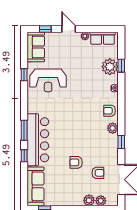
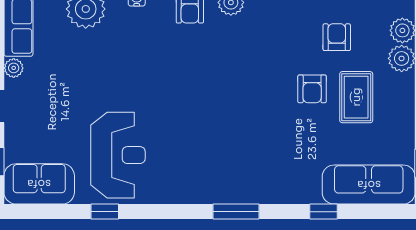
bar counter: (38, 140) -> (258, 179), removed
window: (24, 156) -> (324, 212), moved
rug: (73, 181) -> (356, 97), added

